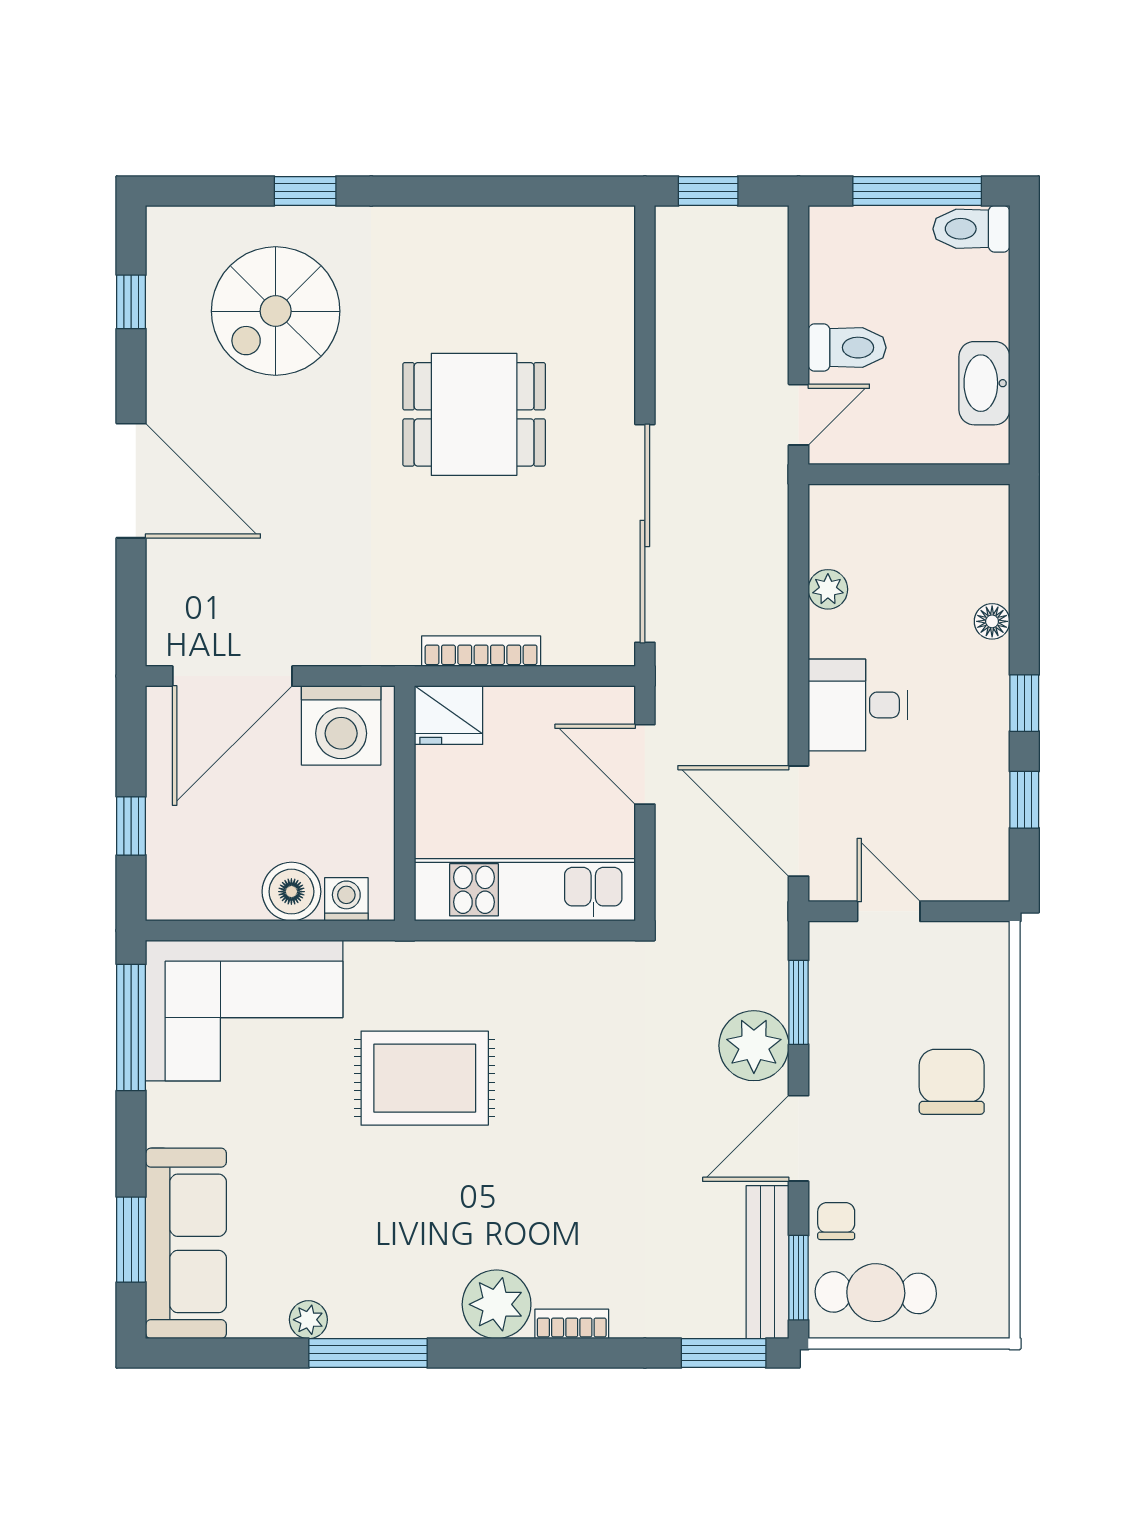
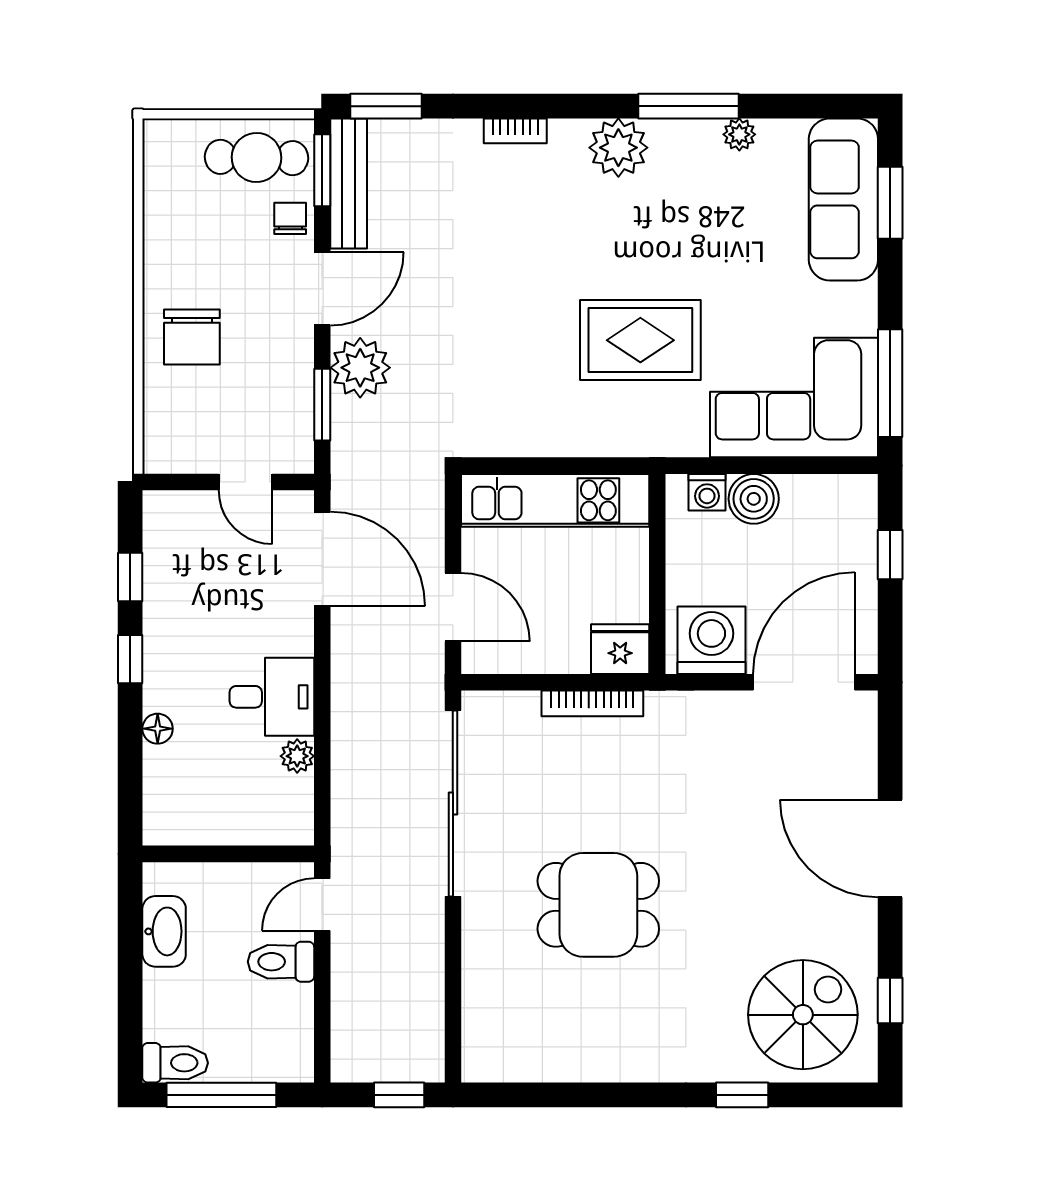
spiral stairs: (276, 311) -> (803, 1015), moved
desk: (858, 705) -> (272, 697), moved
chair: (836, 1221) -> (290, 218), turned 180
plant: (497, 1304) -> (618, 148), moved

